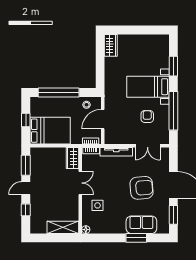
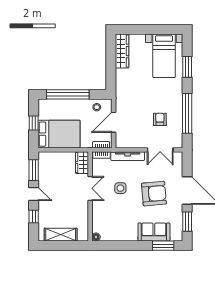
wardrobe: (111, 45) -> (122, 51), width x1.50
bed with nightstands: (148, 87) -> (164, 56), moved, turned -90
door: (26, 188) -> (34, 194), swing flipped
side table: (98, 205) -> (120, 188), moved
shelving: (63, 227) -> (61, 235), moved
window: (136, 238) -> (163, 246), moved

